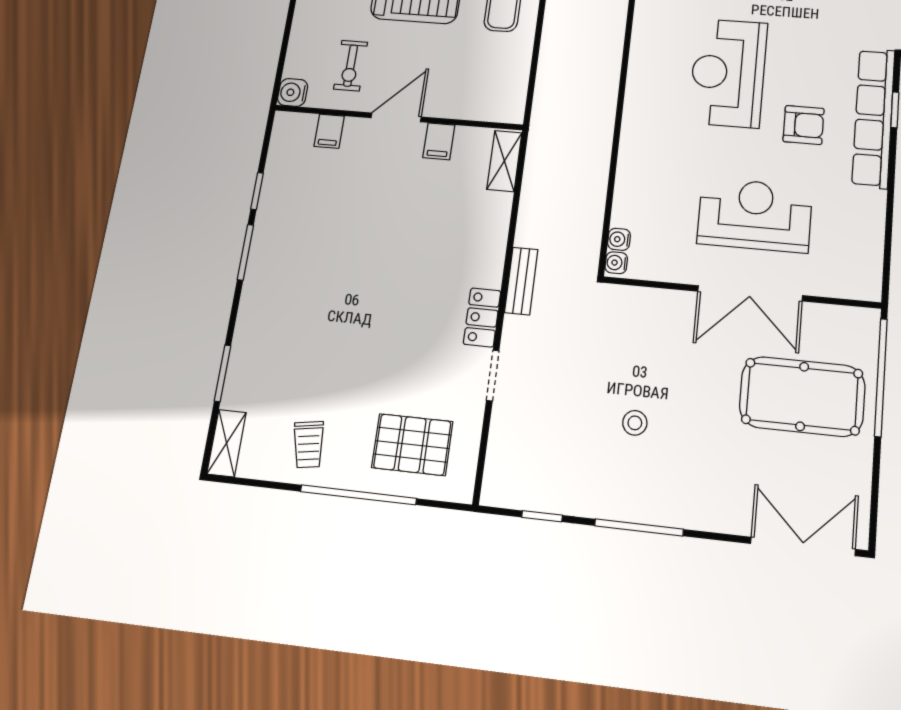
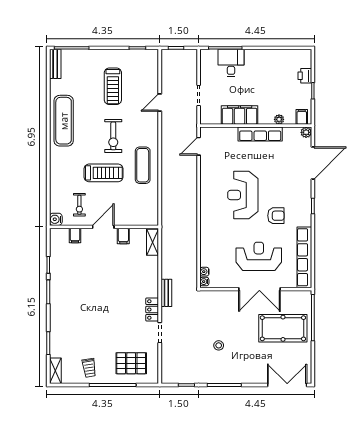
row of seats: (874, 118) -> (304, 257), moved

